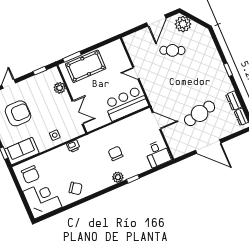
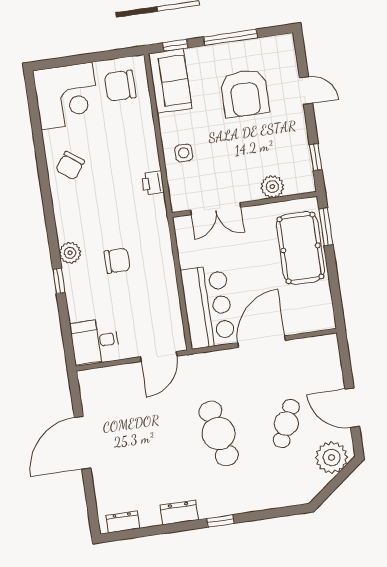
door: (136, 73) -> (262, 342), width x1.88
dresser: (234, 101) -> (179, 513), moved
cafe table: (200, 113) -> (219, 433), moved

